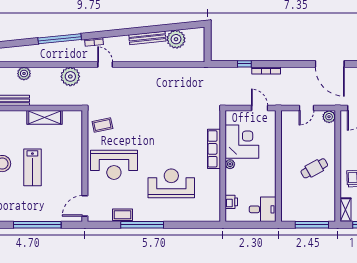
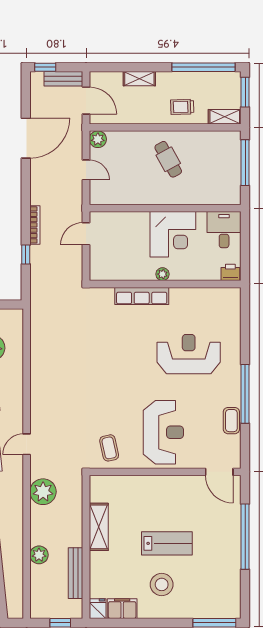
corner desk: (242, 142) -> (173, 234), moved, turned 180
reception desk: (171, 183) -> (189, 354), turned 90
printer: (231, 202) -> (230, 272), moved

